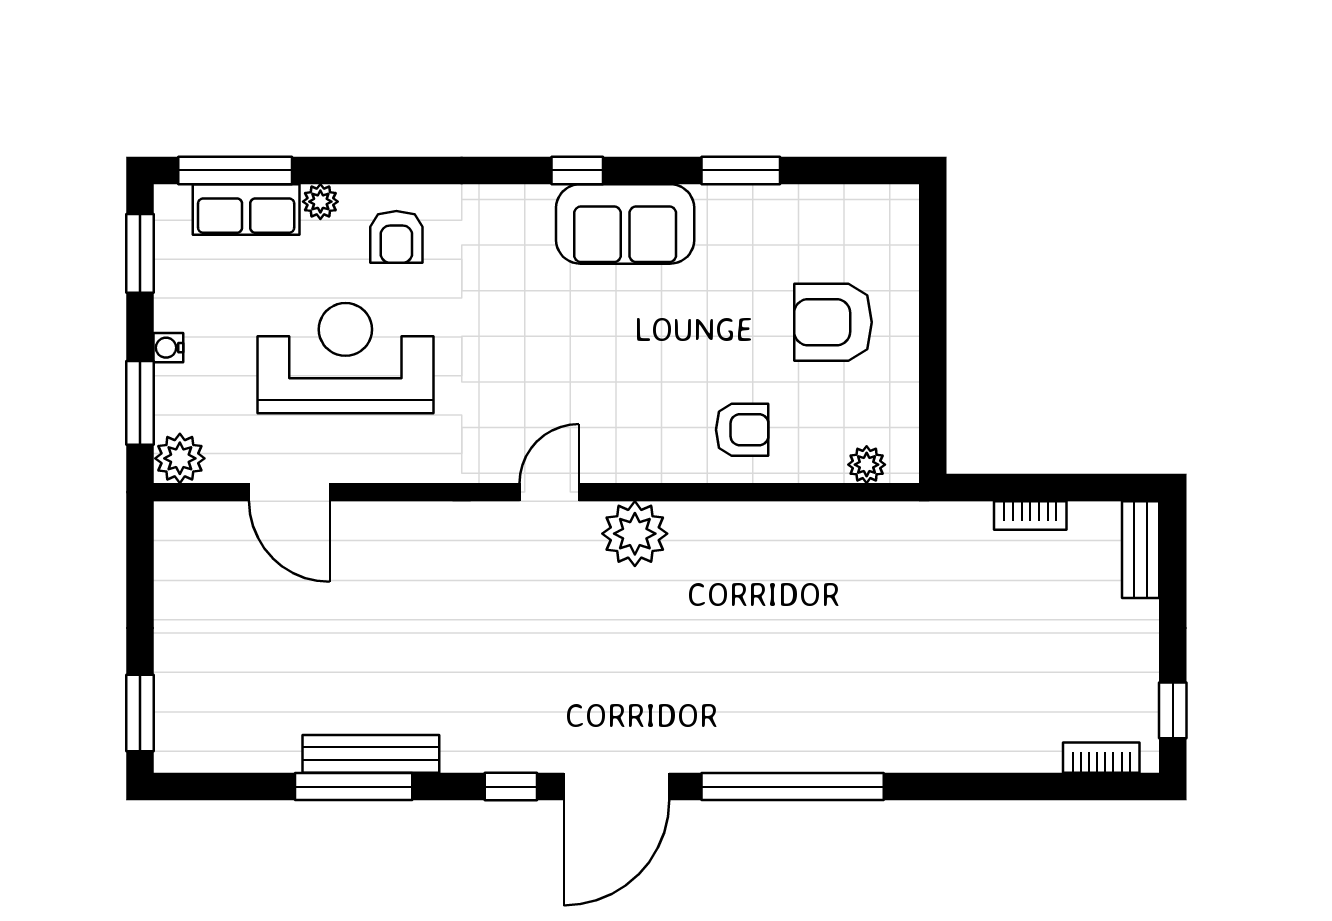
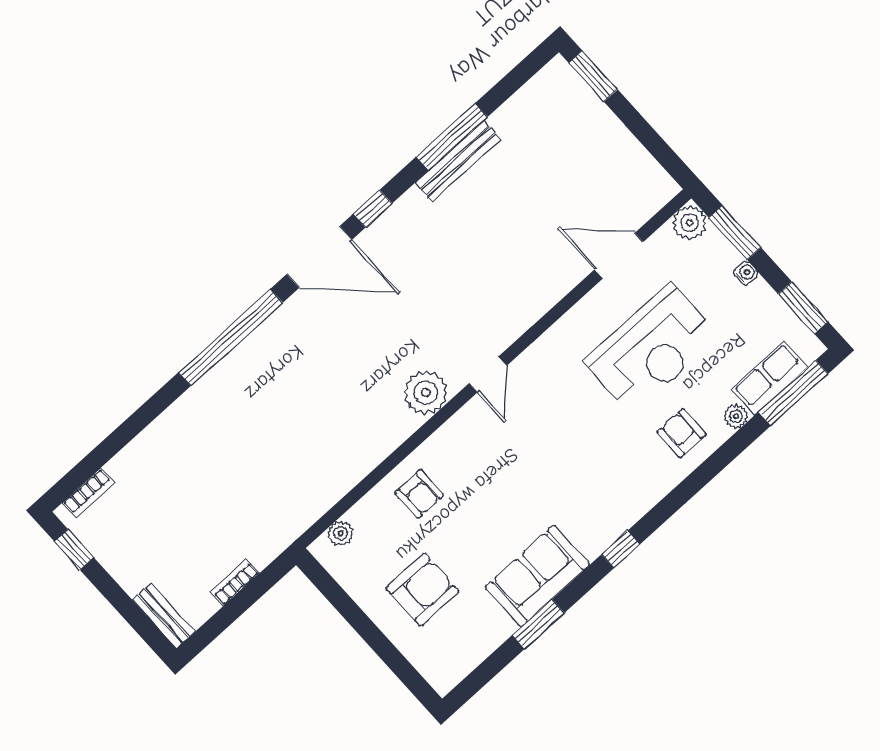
sofa: (625, 224) -> (537, 576), moved
armchair: (742, 430) -> (419, 494), turned -90
door: (617, 787) -> (319, 257), swing flipped

